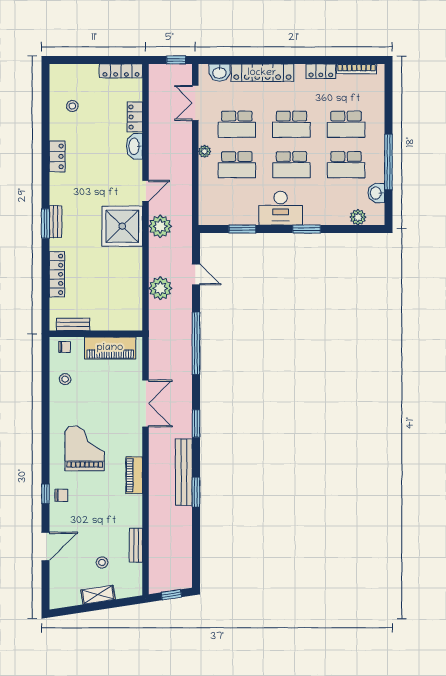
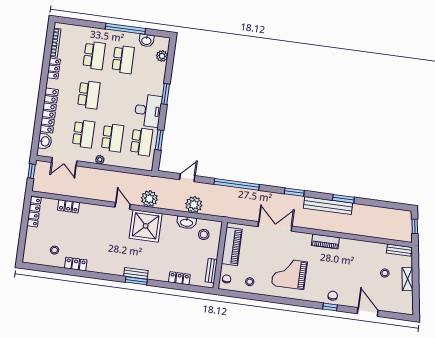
washbasin: (134, 146) -> (186, 222), moved
locker: (57, 156) -> (76, 264), moved
school desk: (291, 165) -> (142, 142), moved
locker: (57, 274) -> (179, 278), width x0.66
stool: (121, 307) -> (204, 234), added
grand piano: (85, 448) -> (289, 274), moved
bench: (136, 545) -> (399, 250), moved

